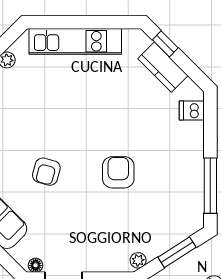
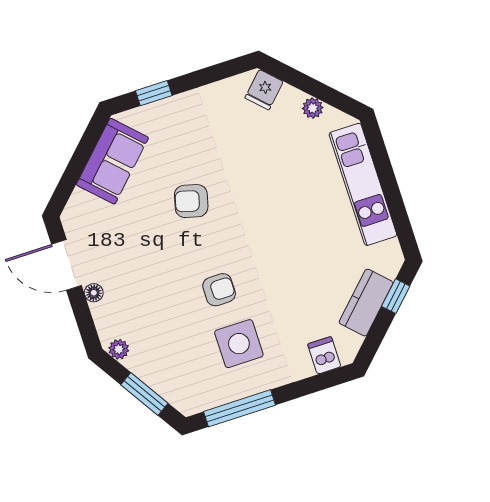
side table: (163, 171) -> (239, 344), added
armchair: (118, 172) -> (219, 290), width x0.72, depth x0.72
floor lamp: (36, 265) -> (94, 293), moved

